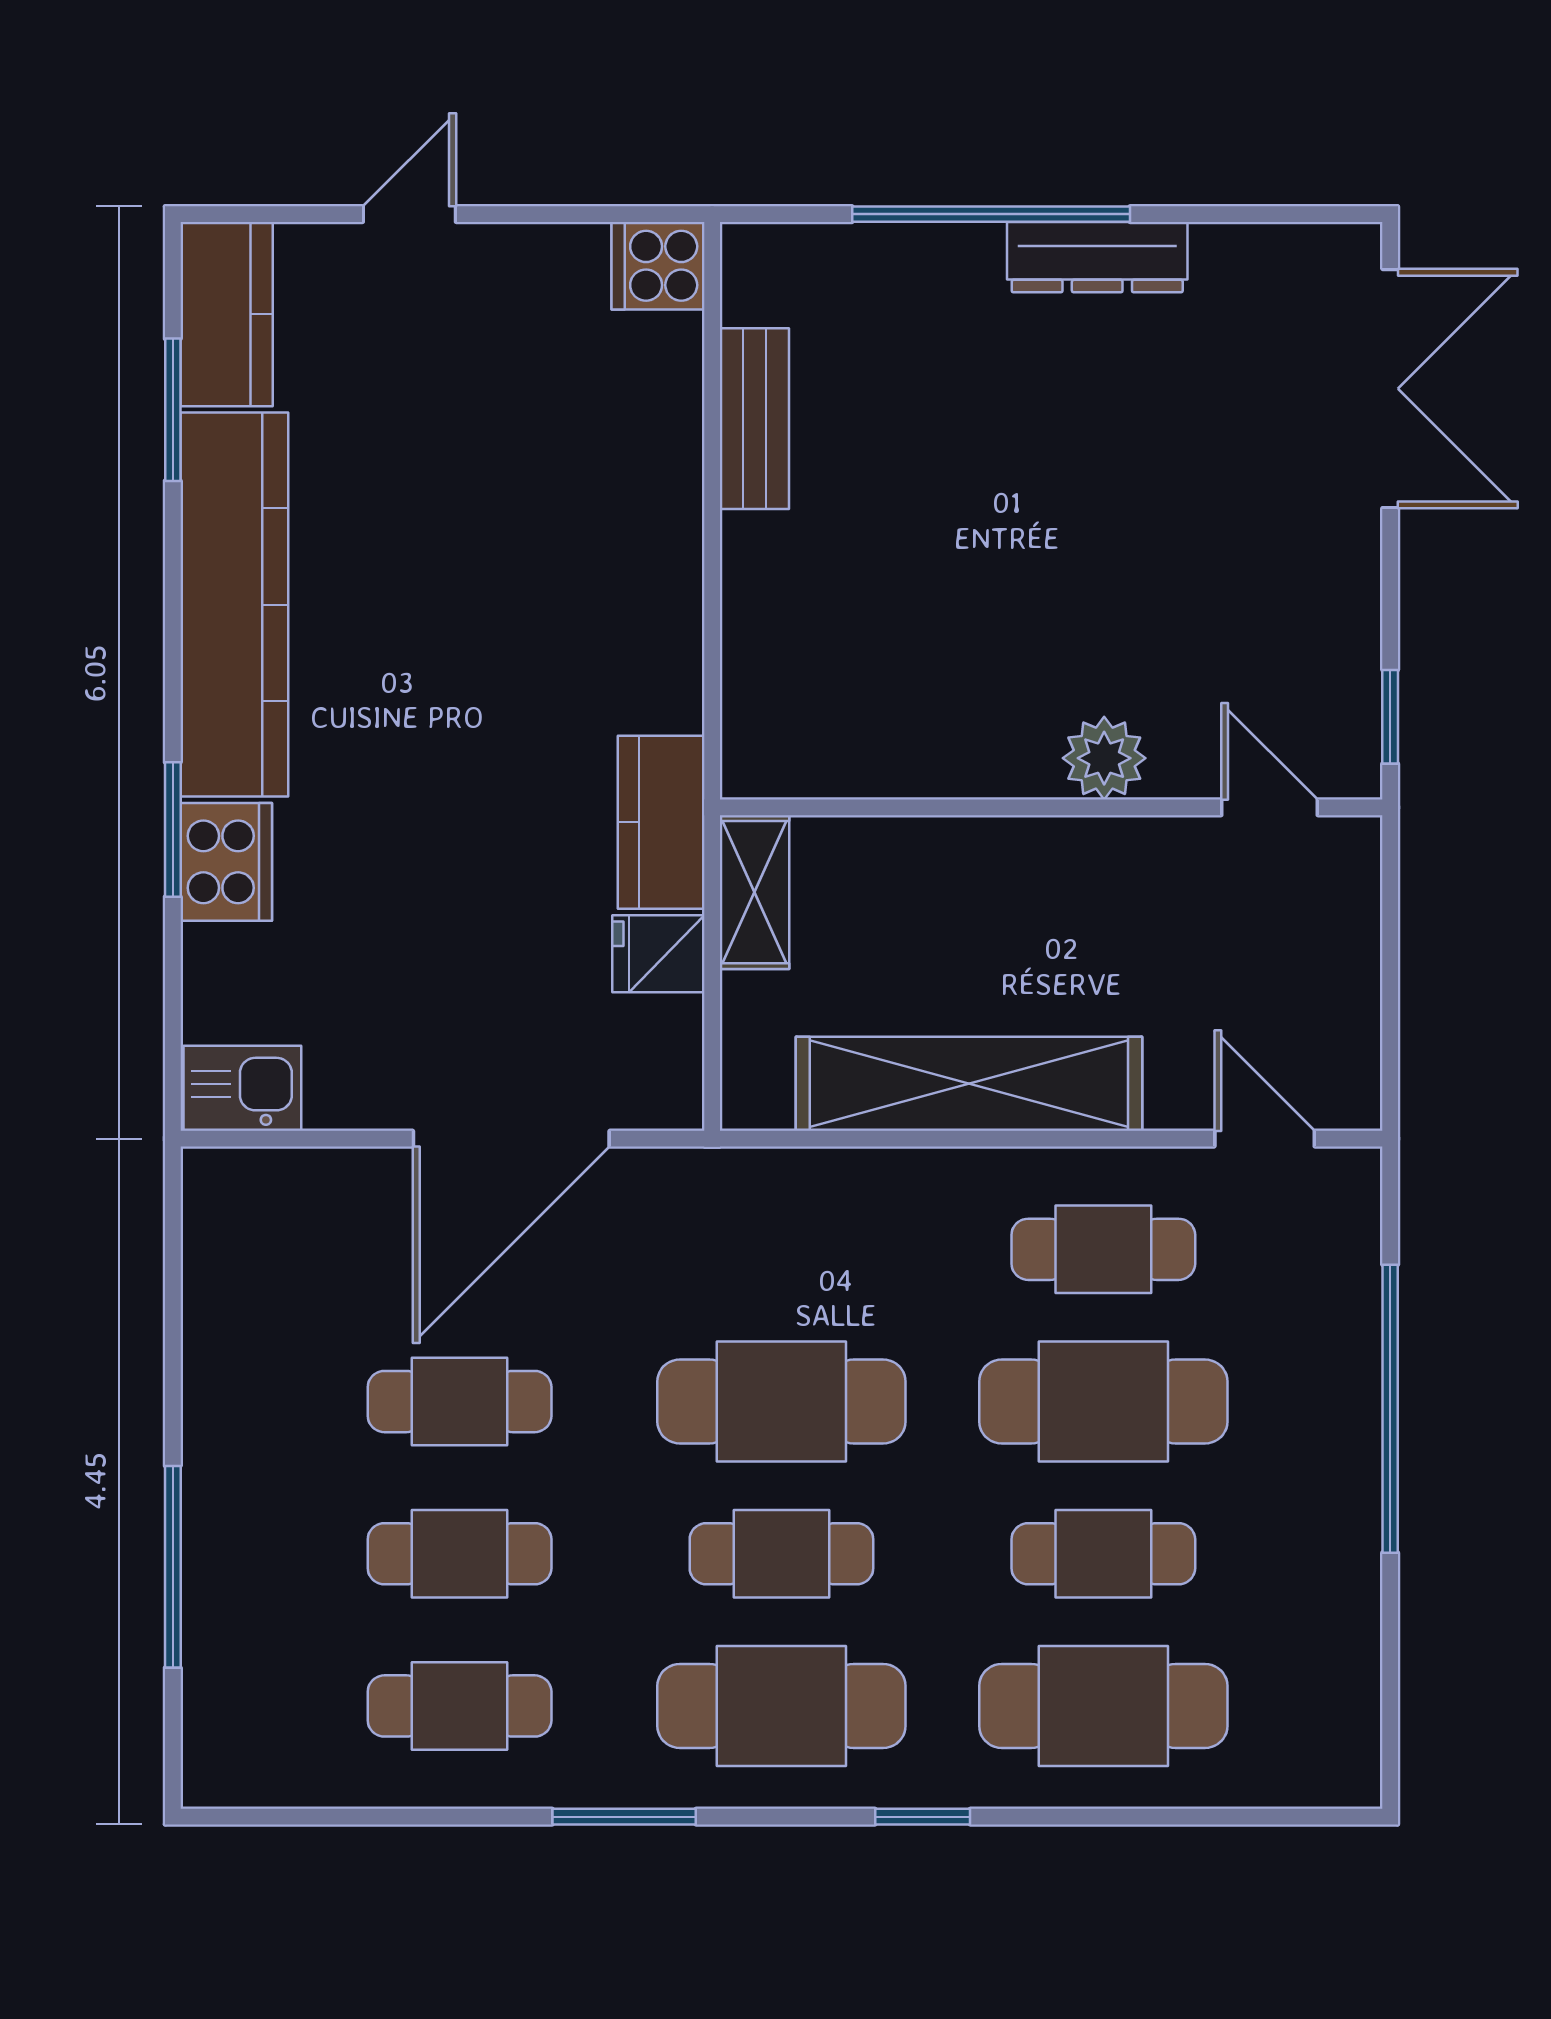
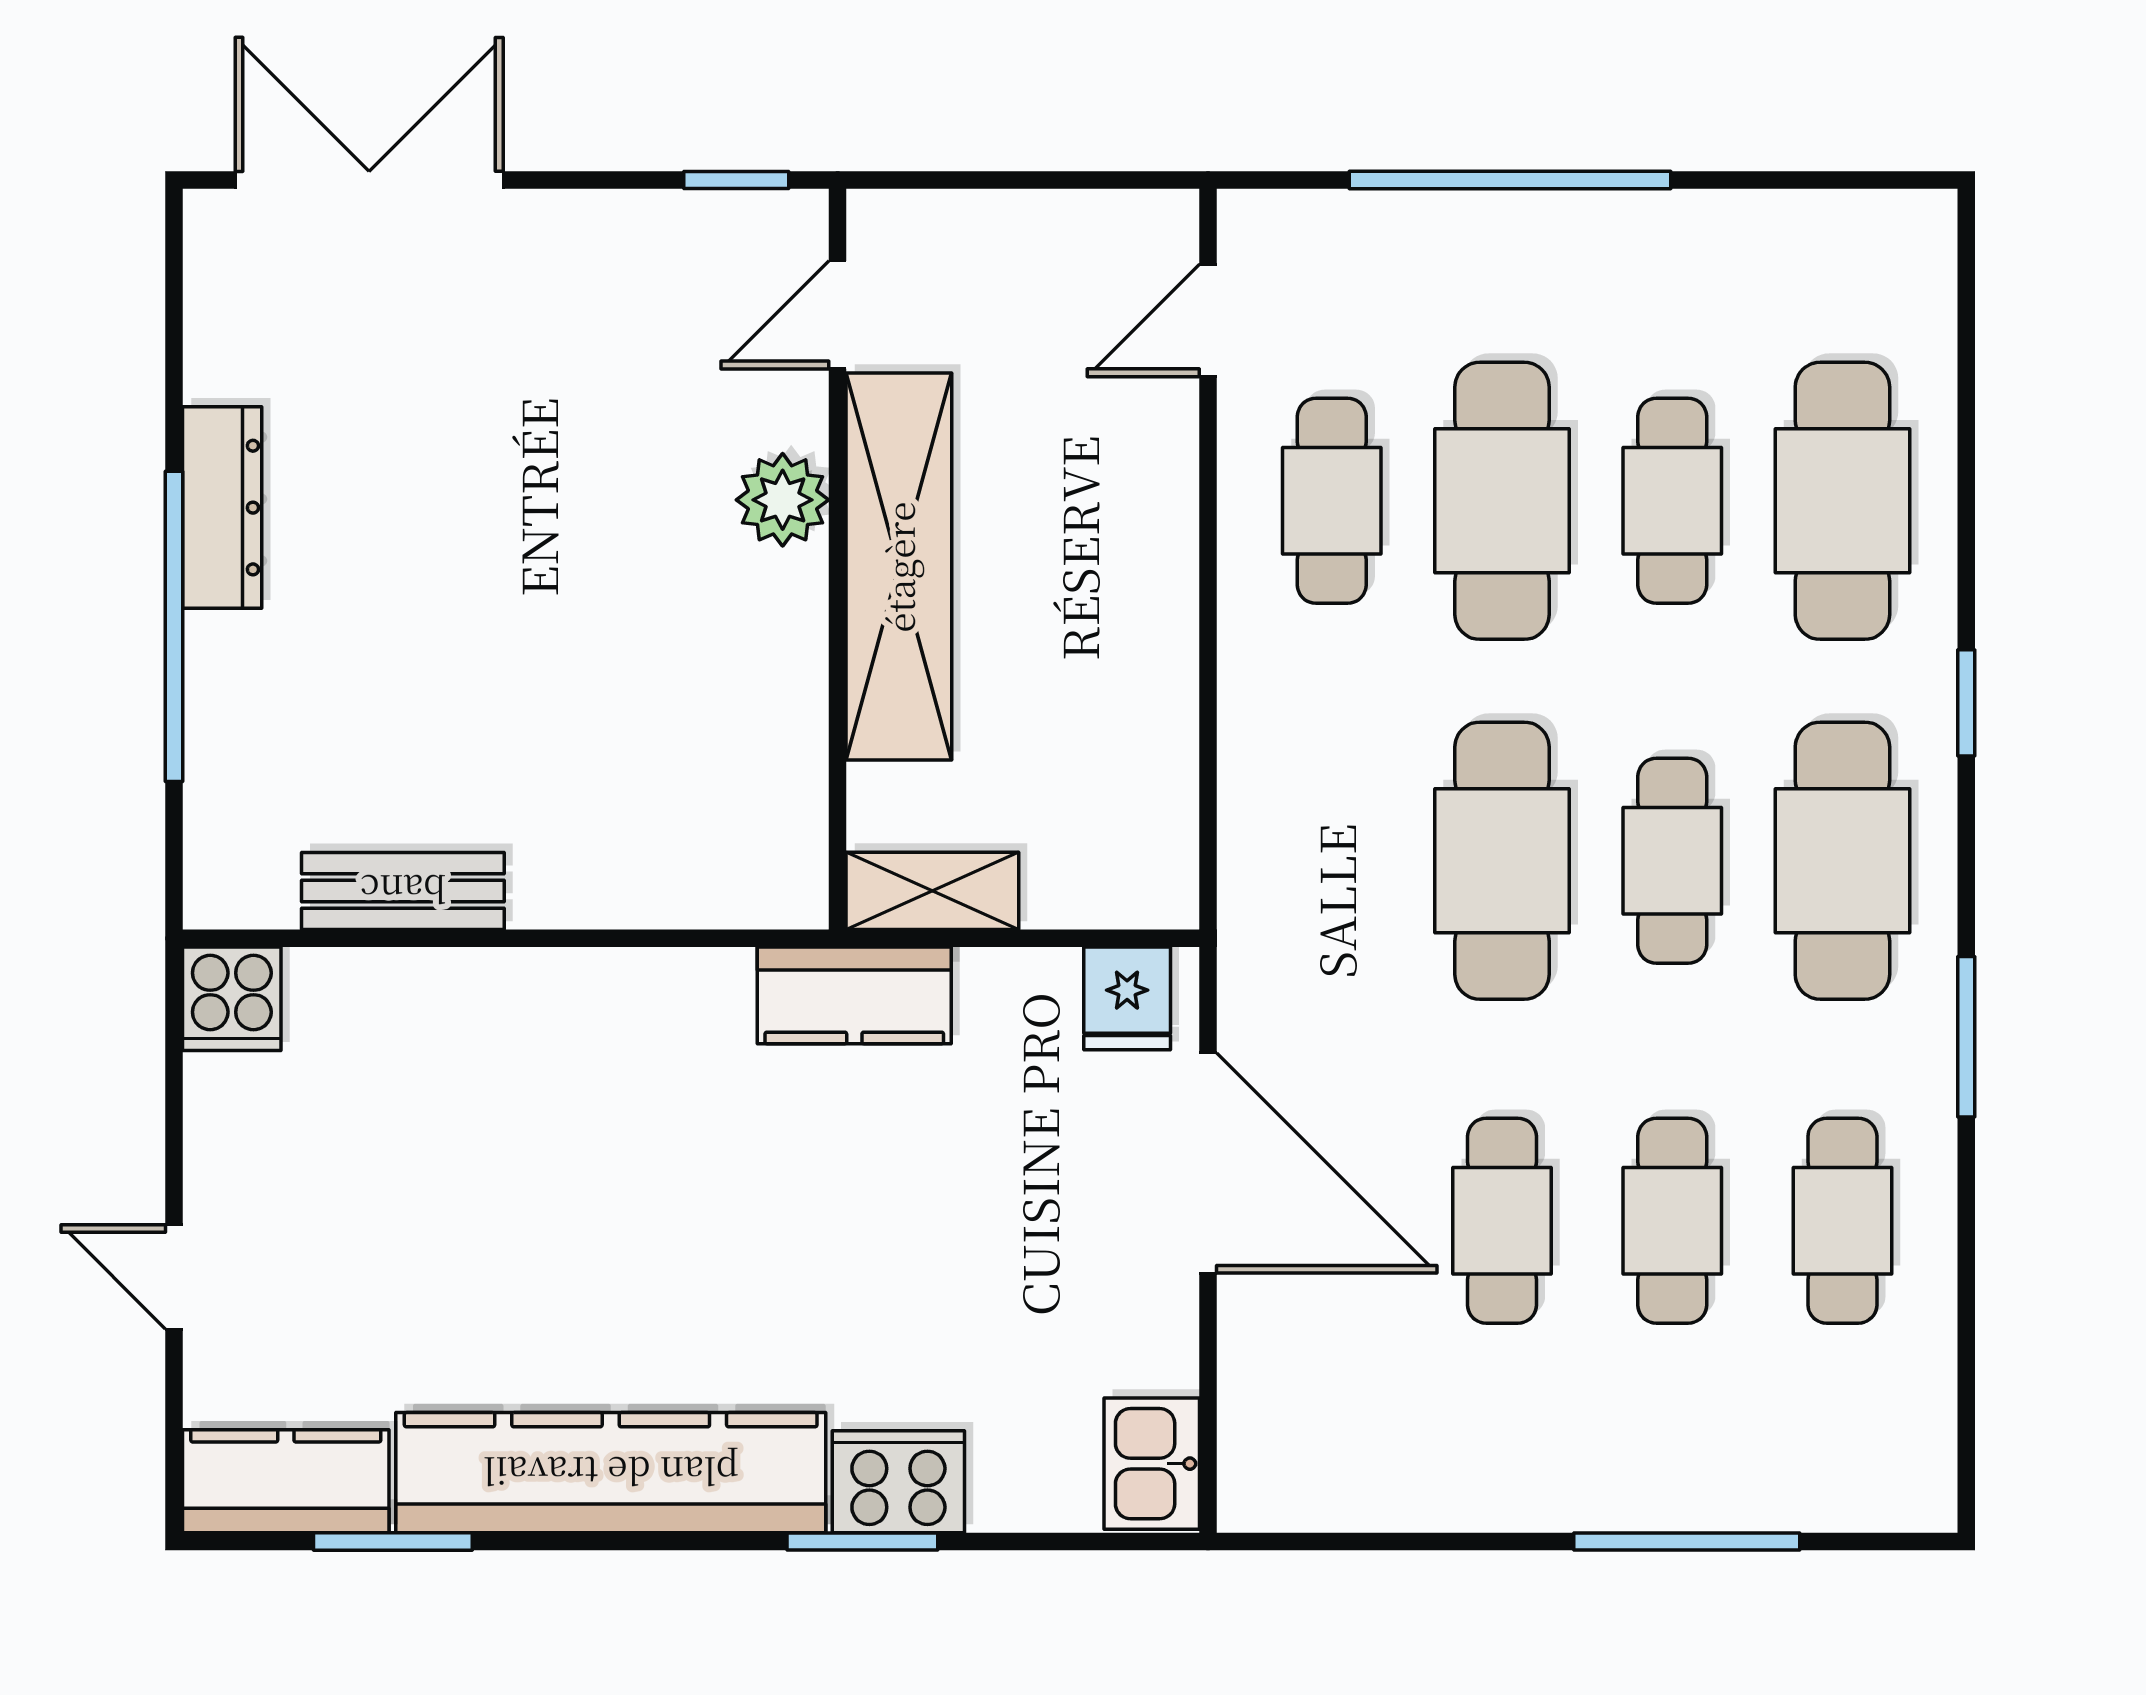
fridge: (658, 954) -> (1127, 998), moved
shelving: (969, 1084) -> (899, 567), moved

